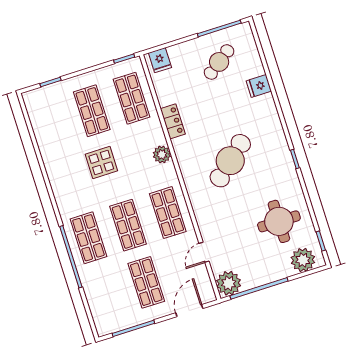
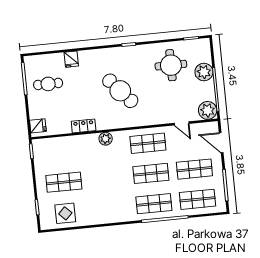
cafe table: (219, 62) -> (48, 84), turned -54
shop shelf: (131, 98) -> (198, 199), moved
display table: (101, 163) -> (65, 213), moved
plant: (303, 260) -> (204, 72), moved

